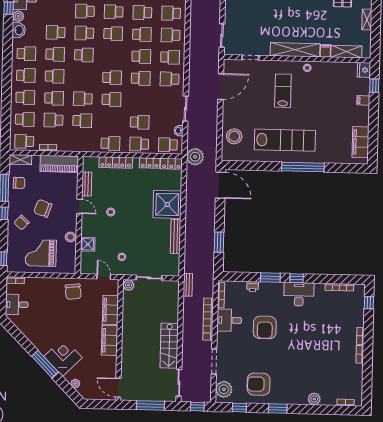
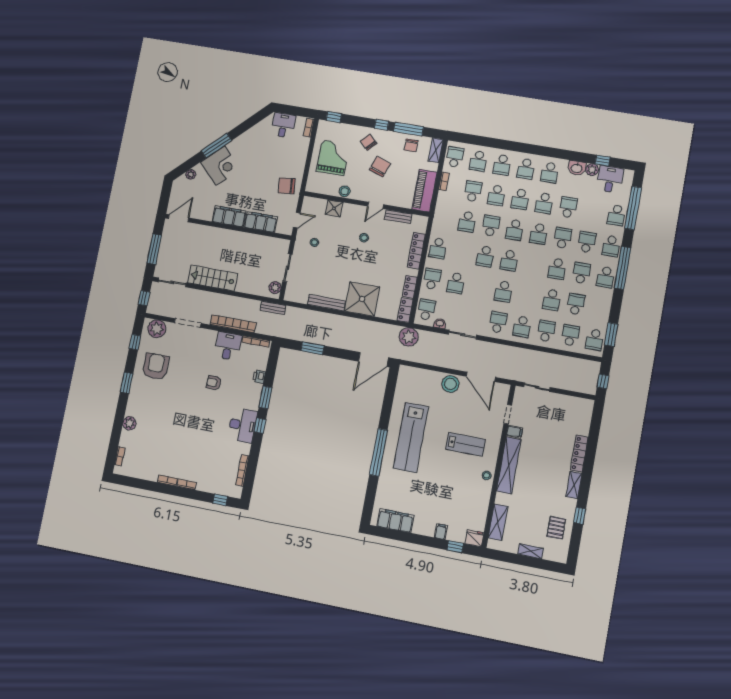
filing cabinet: (325, 51) -> (515, 432), moved
school desk: (141, 56) -> (515, 230), moved
stool: (234, 136) -> (450, 384), moved
plant: (128, 285) -> (275, 288), moved
armchair: (265, 327) -> (214, 383), width x0.53, depth x0.53

